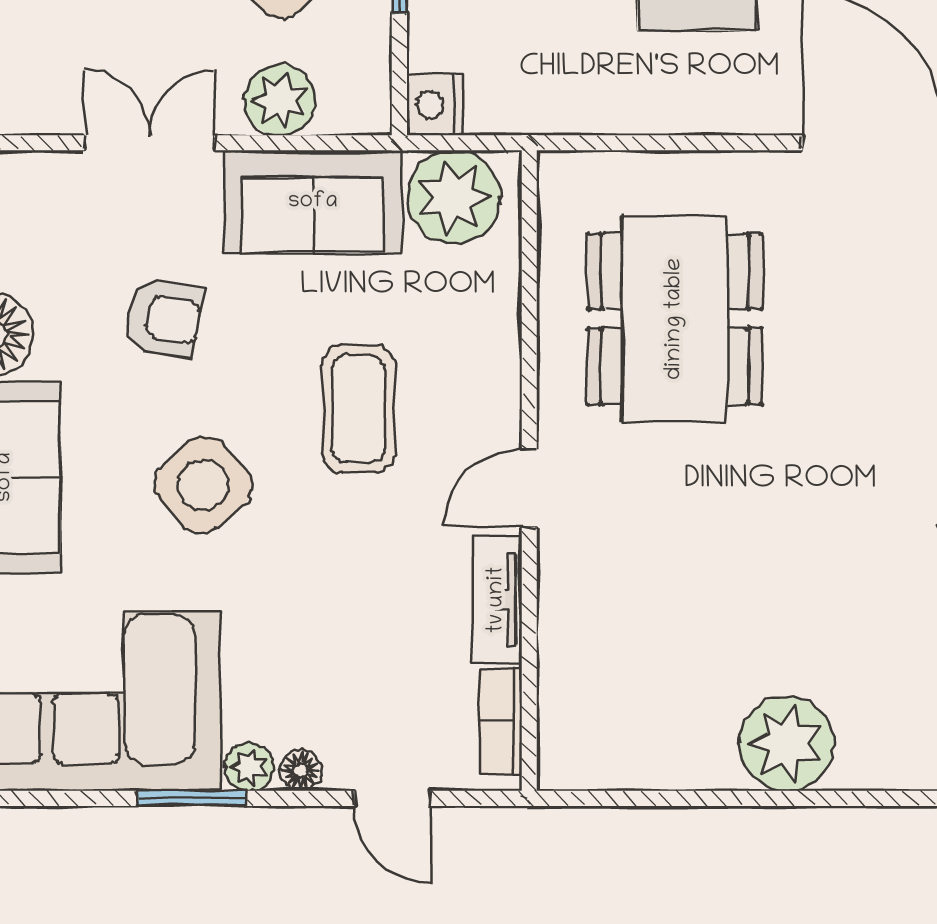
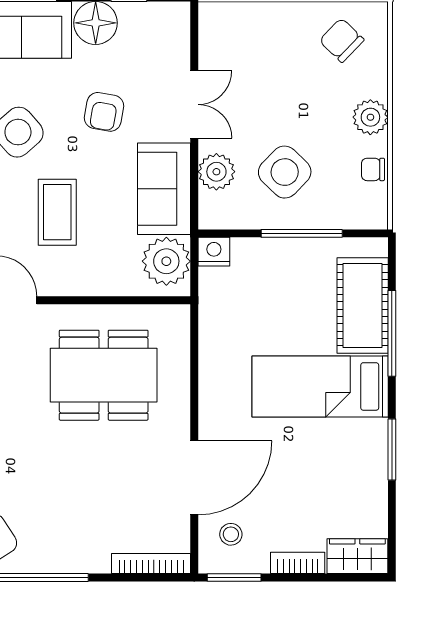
coffee table: (358, 409) -> (57, 212), turned 90

